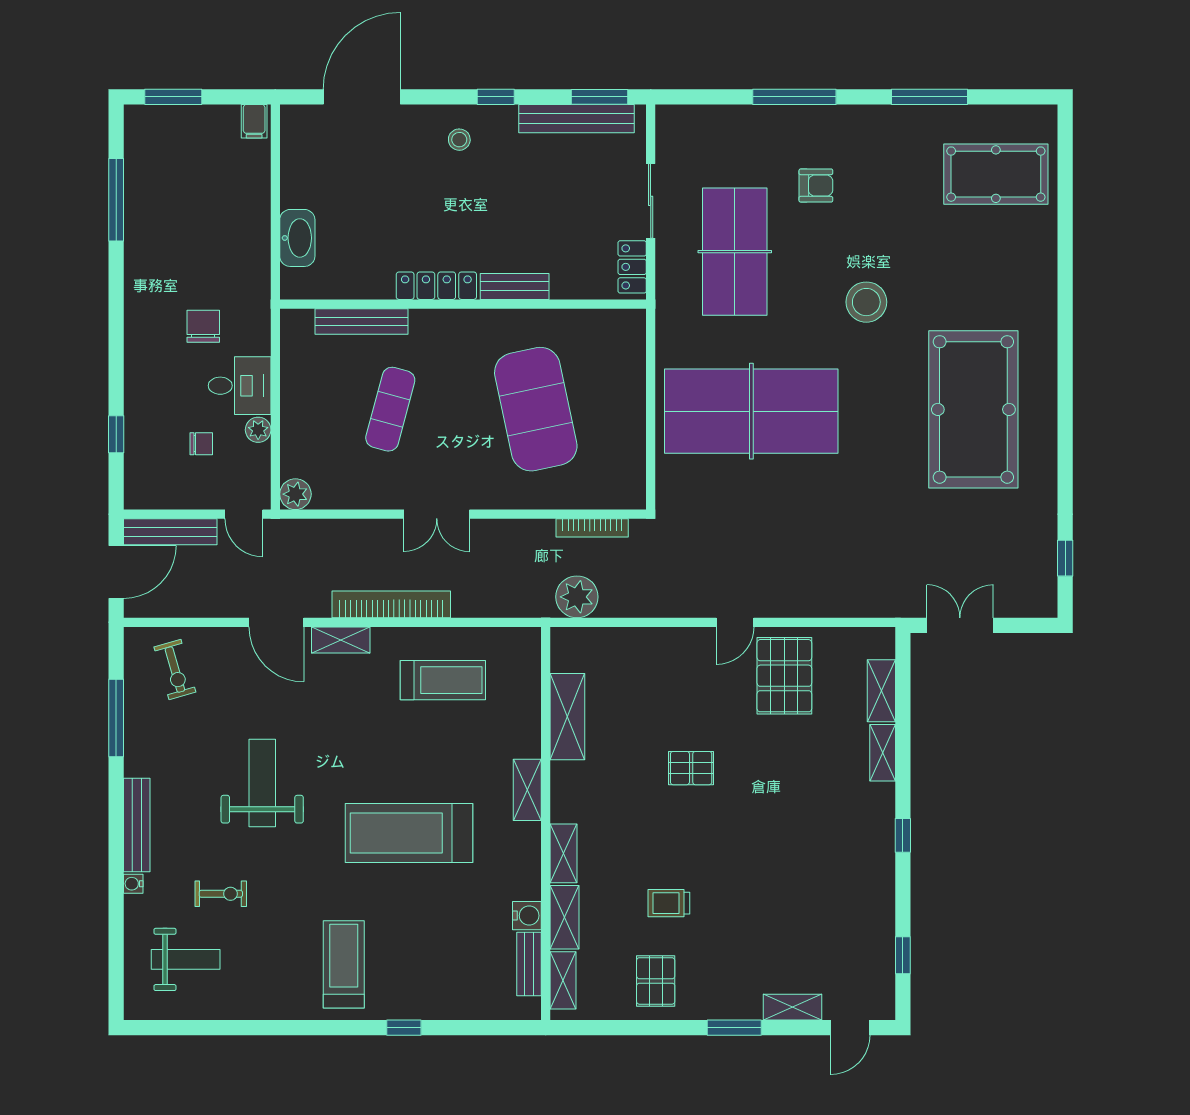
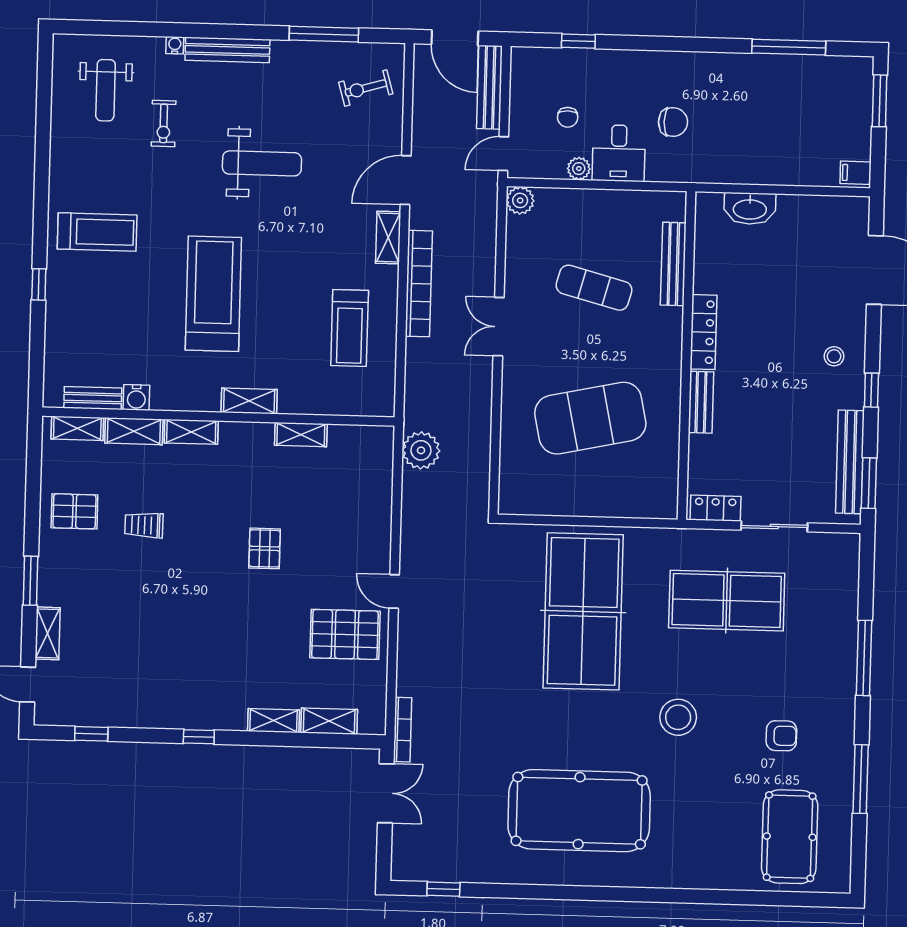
armchair: (816, 186) -> (781, 736), moved, turned -90
bookcase: (592, 528) -> (403, 730), moved, turned 180
shelving: (567, 717) -> (301, 435), width x0.67, depth x0.75
trolley: (669, 903) -> (144, 525), turned -89

